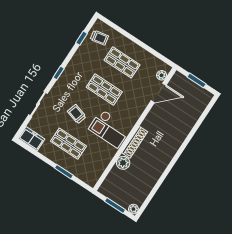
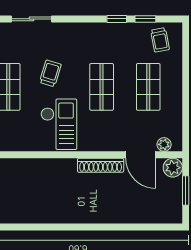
window: (59, 73) -> (117, 19), moved
checkout: (110, 129) -> (59, 124), turned 180
shoe rack: (135, 142) -> (101, 165), moved
plant: (123, 163) -> (173, 168), moved

